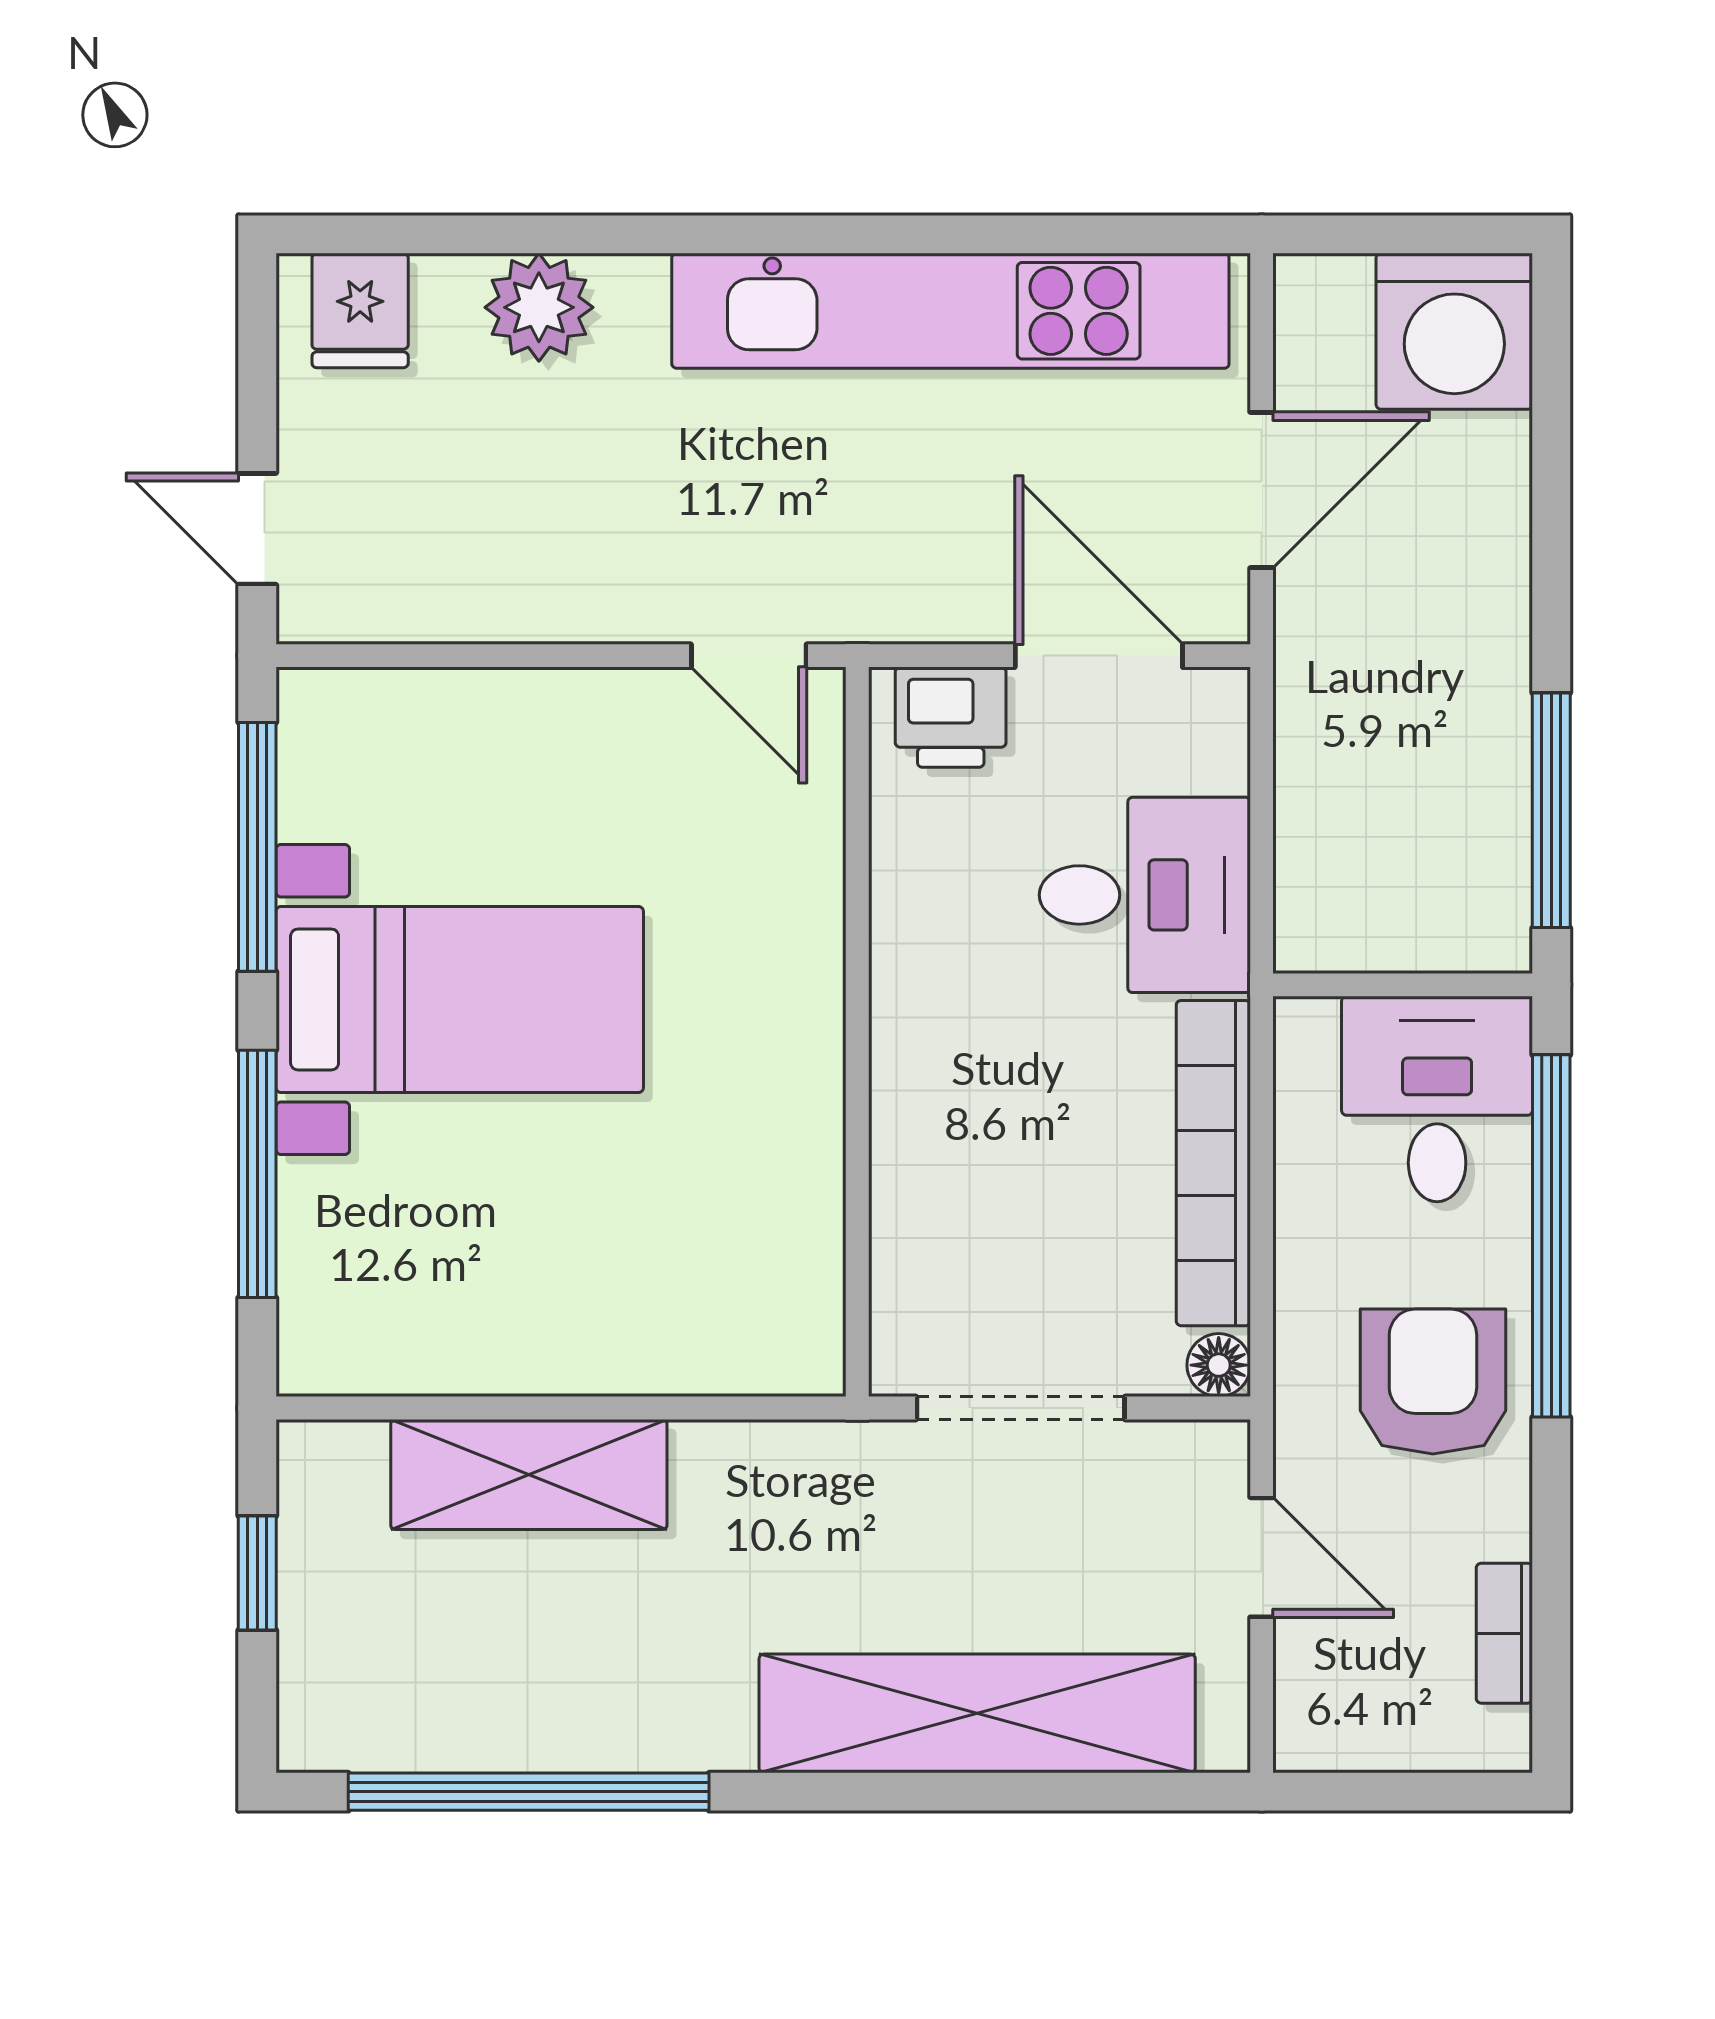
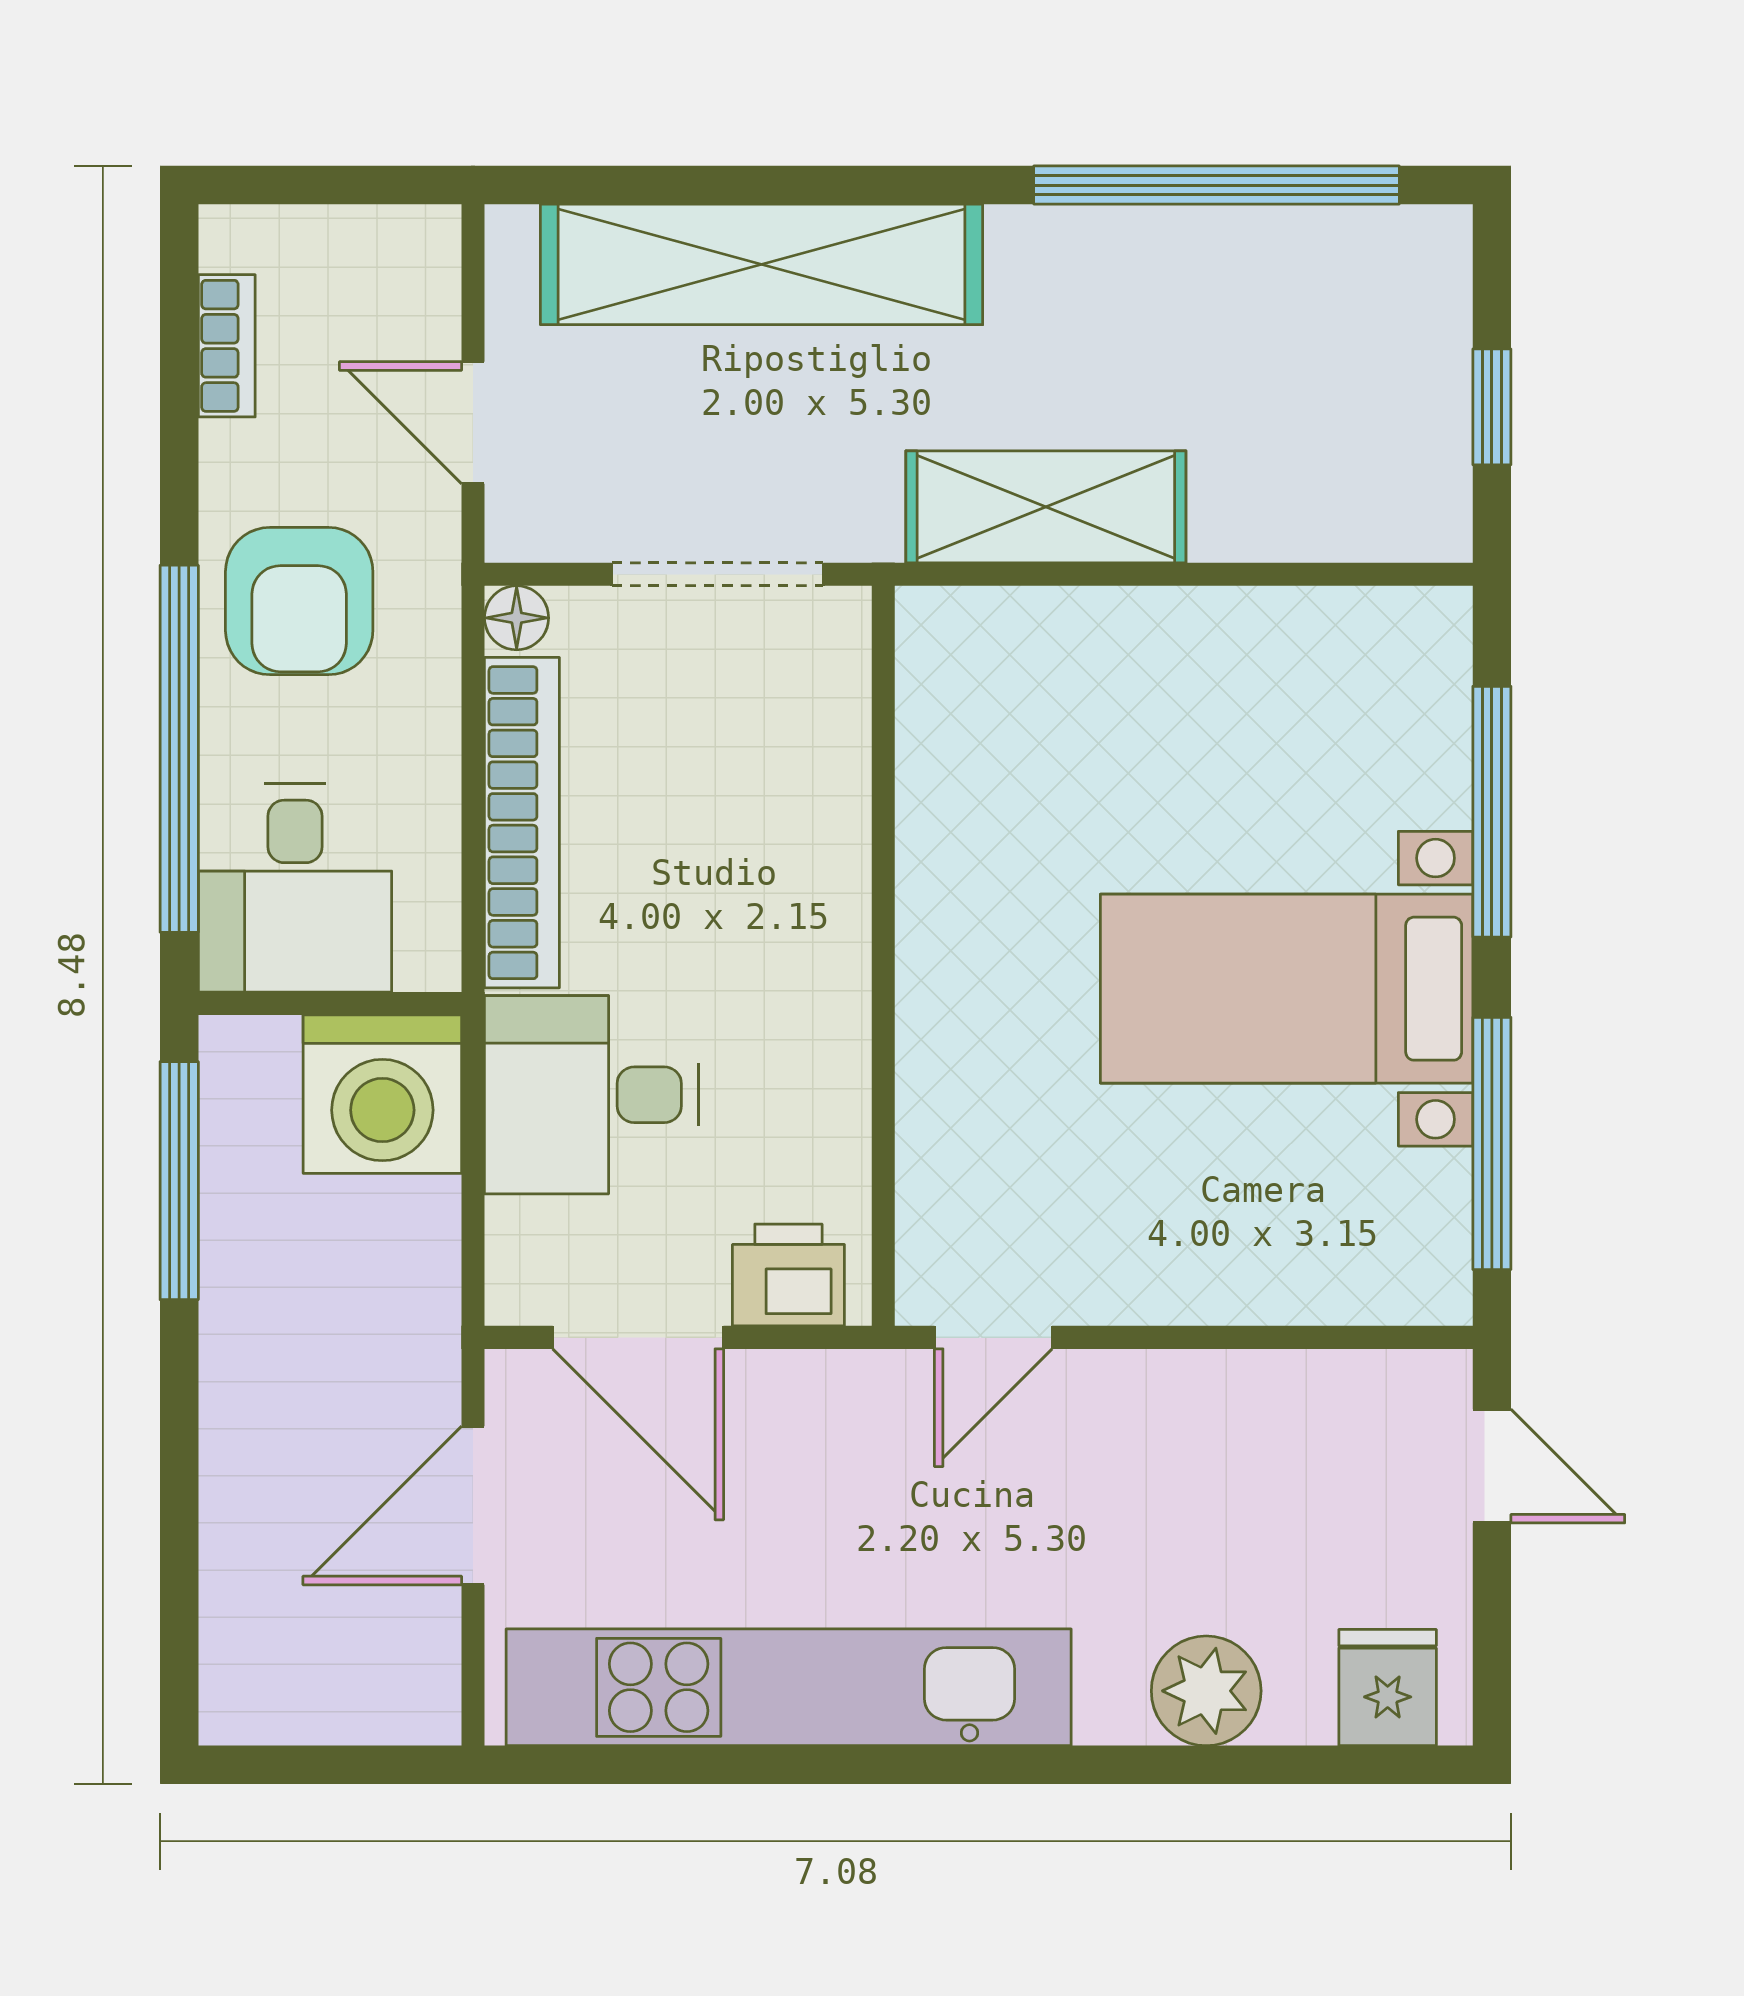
washing machine: (1454, 331) -> (382, 1094), moved, turned 180
door: (749, 656) -> (993, 1337), swing flipped
shelving: (529, 1475) -> (1046, 507), moved

